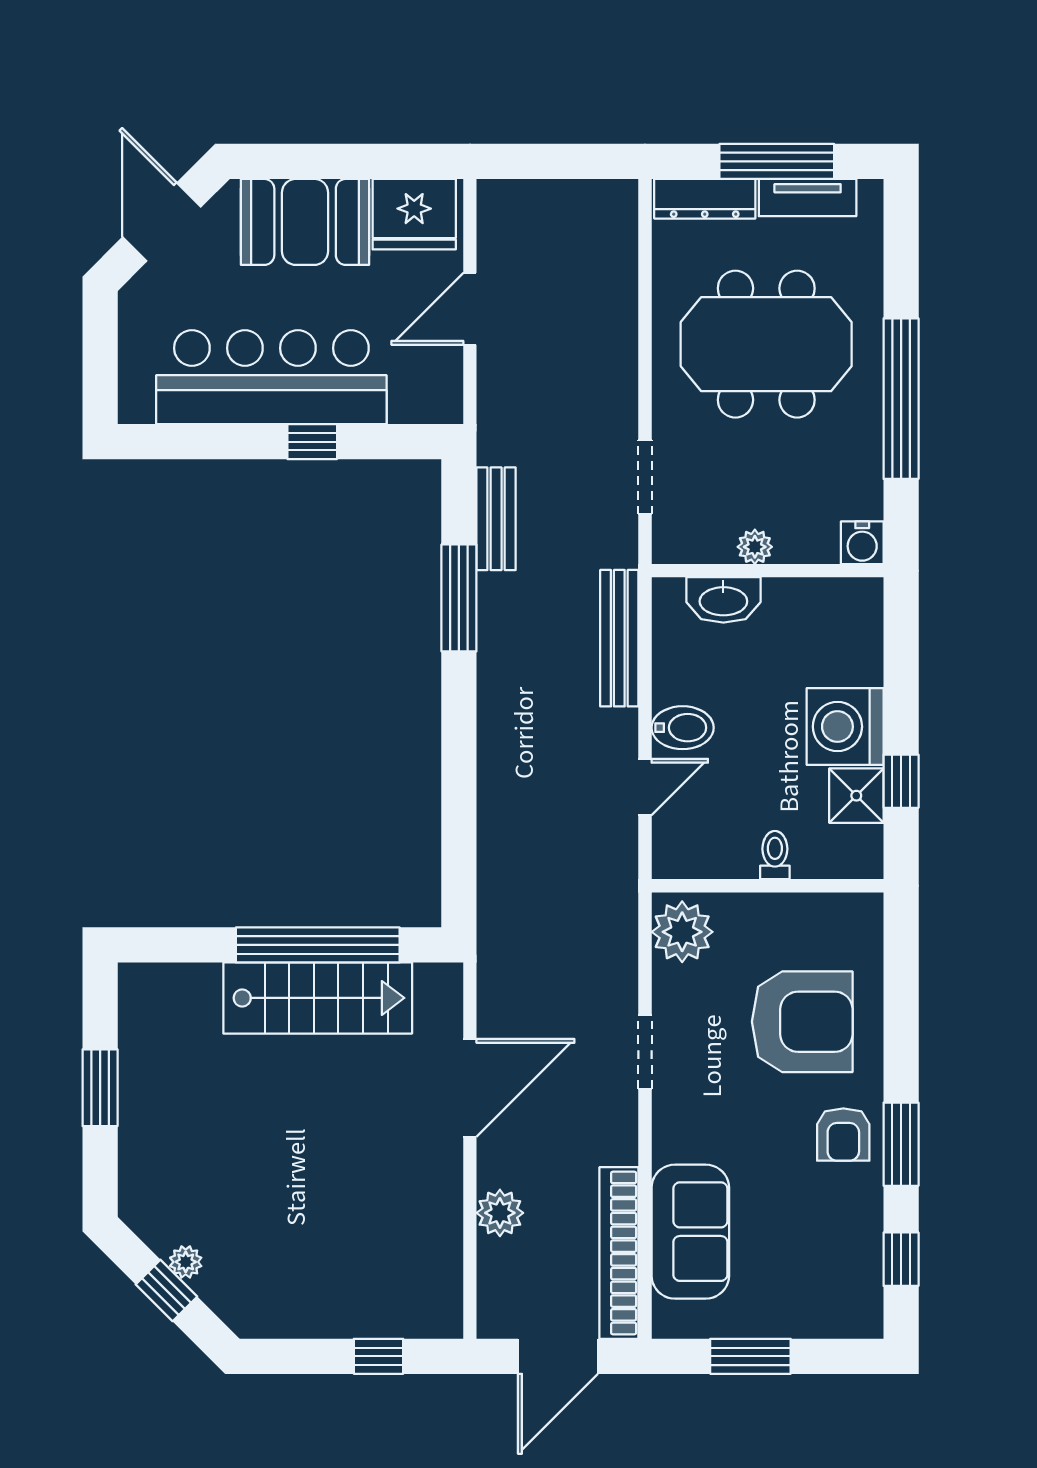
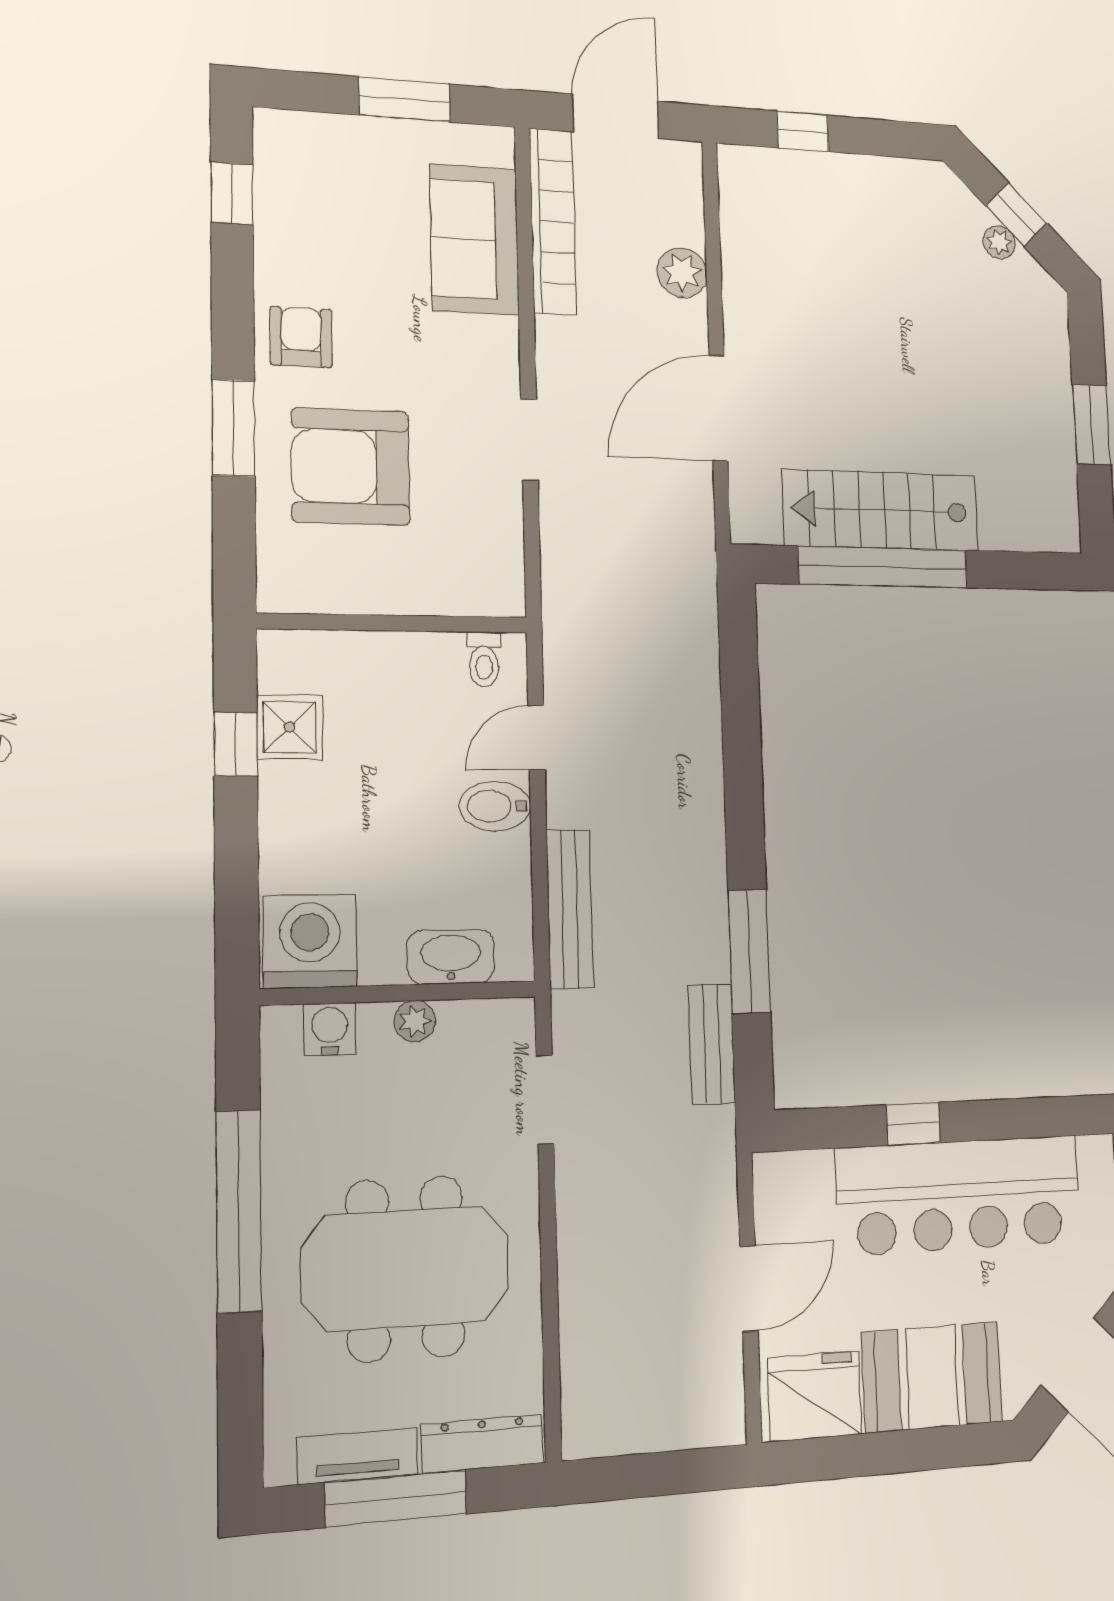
water cooler: (862, 543) -> (330, 1029), moved
washing machine: (845, 727) -> (310, 941), moved, turned -90
toilet: (775, 855) -> (484, 659), moved
plant: (682, 932) -> (491, 572), removed
window: (901, 1144) -> (233, 428), moved

